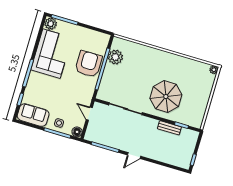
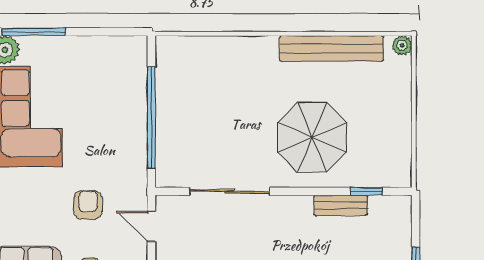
plant: (115, 57) -> (173, 82), removed
bench: (185, 63) -> (332, 48), added
armchair: (89, 64) -> (88, 205), moved, width x0.53, depth x0.53

